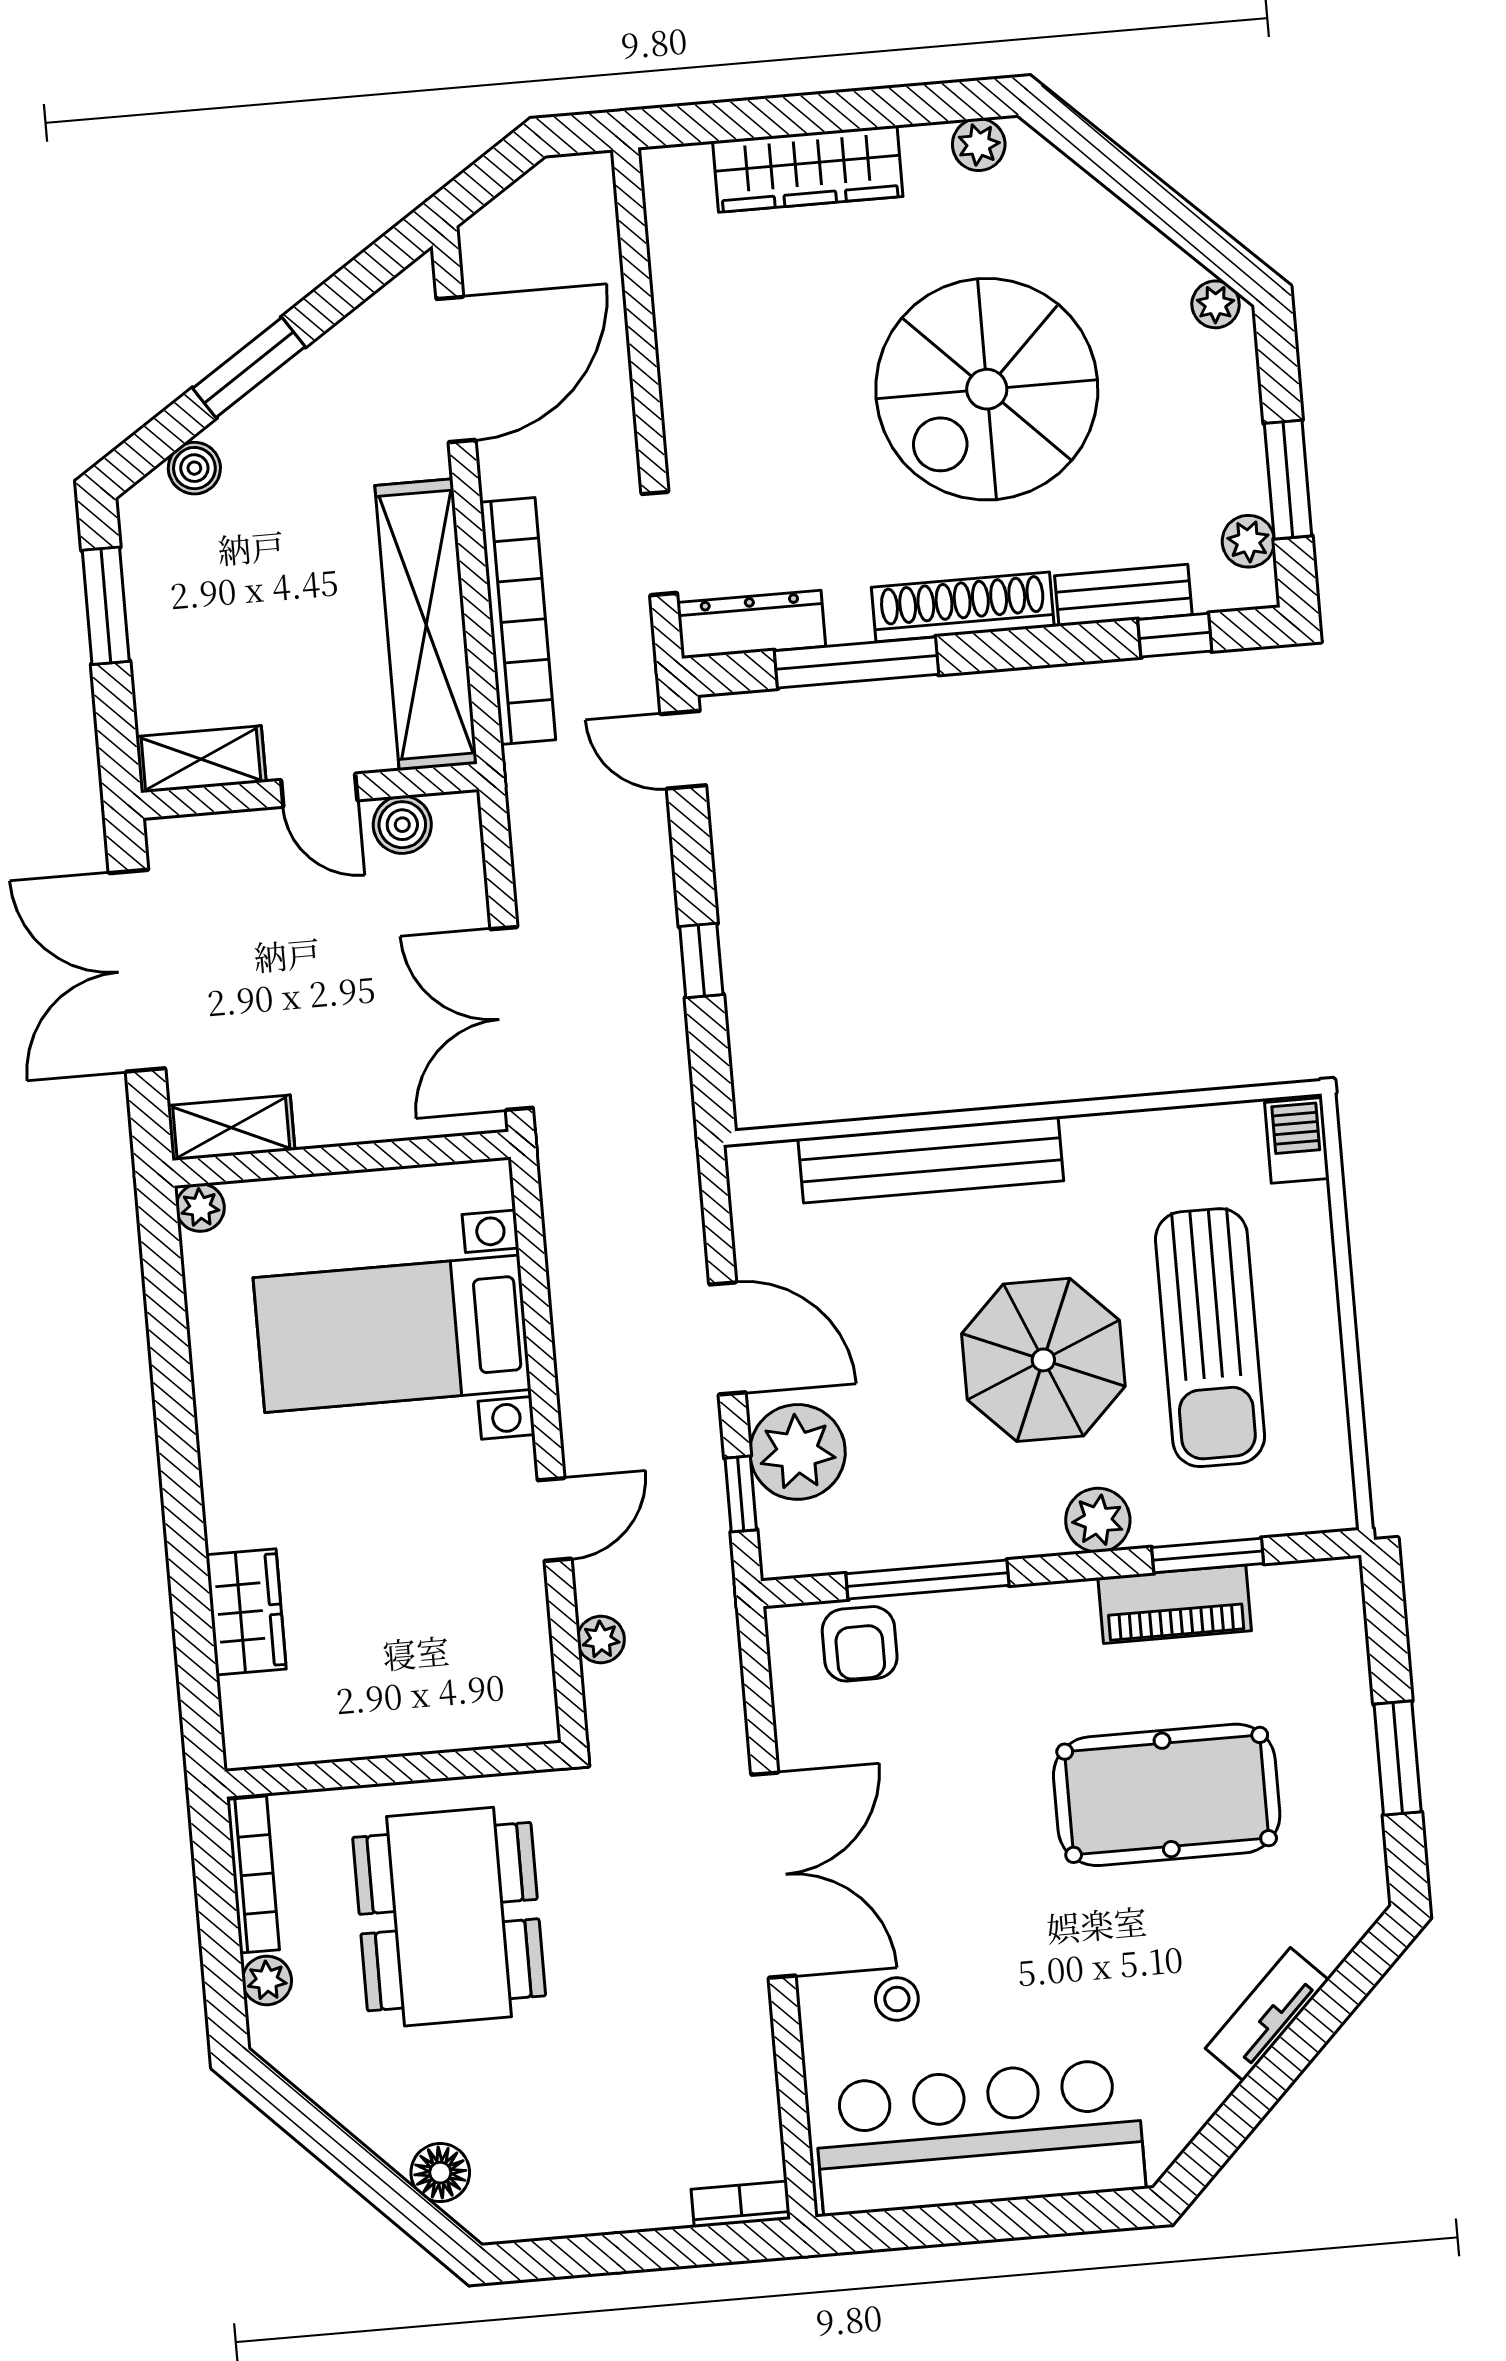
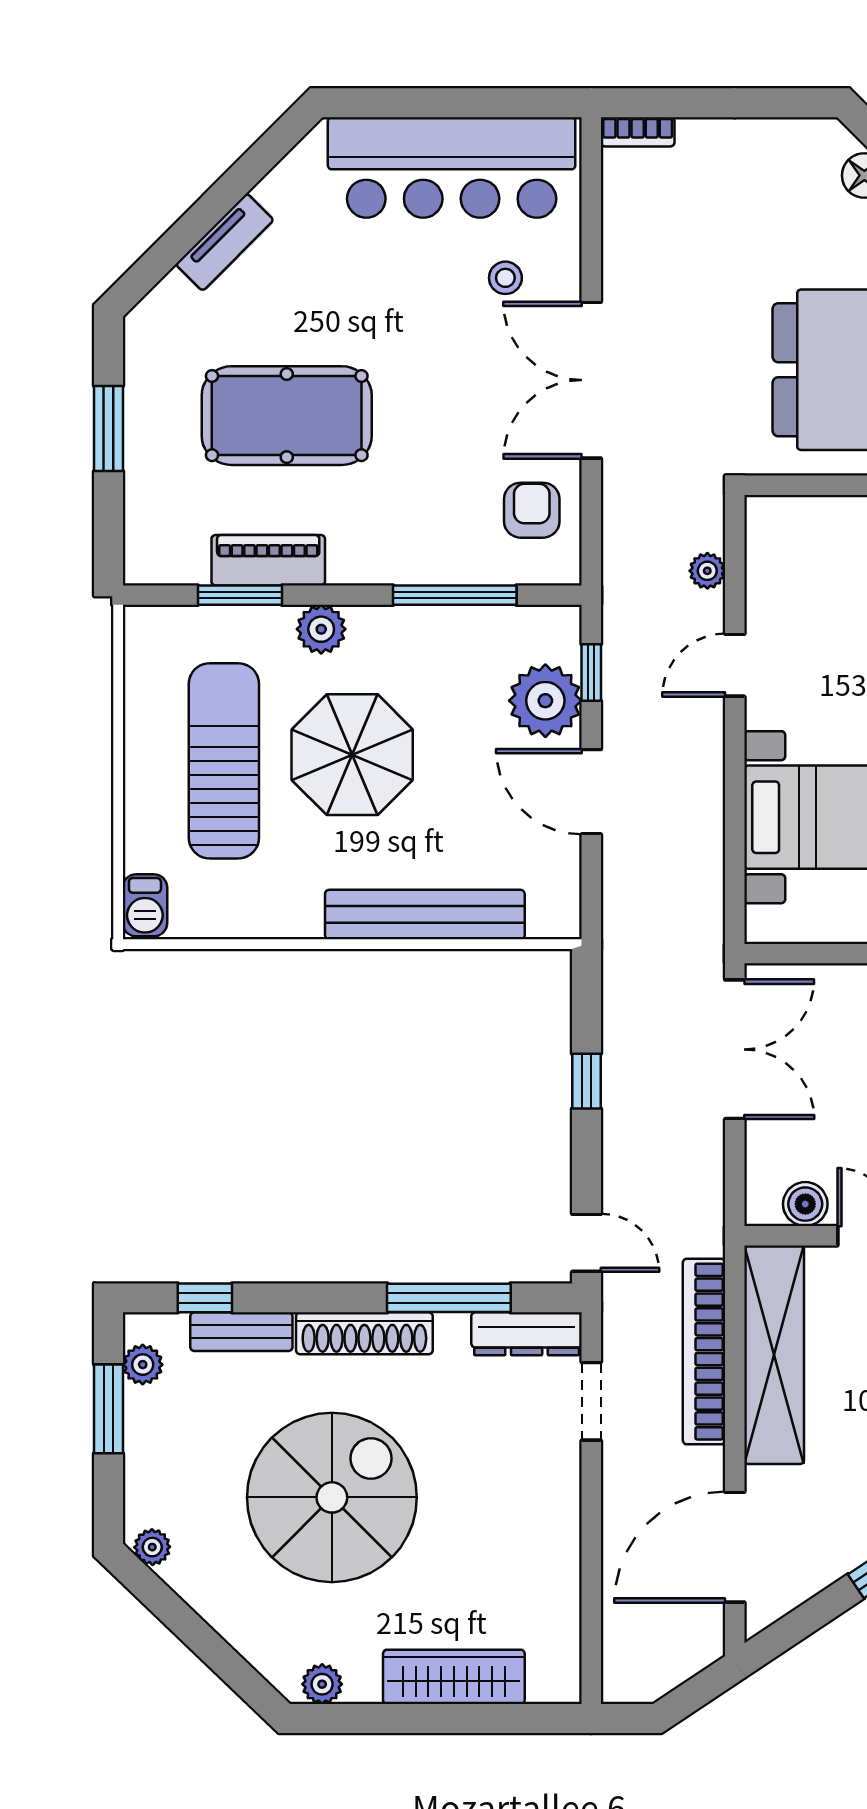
armchair: (860, 1644) -> (532, 510), moved

